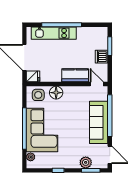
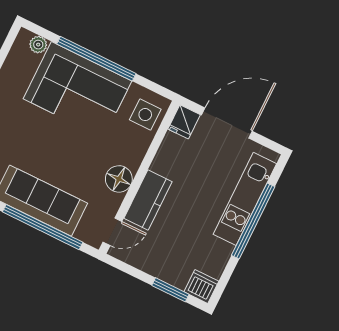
dishwasher: (102, 57) -> (201, 286), moved
floor lamp: (56, 93) -> (119, 179), moved

